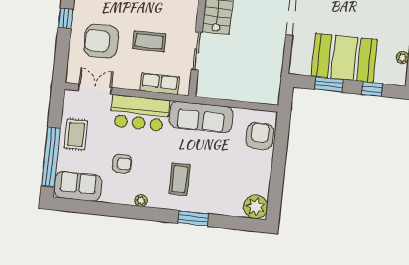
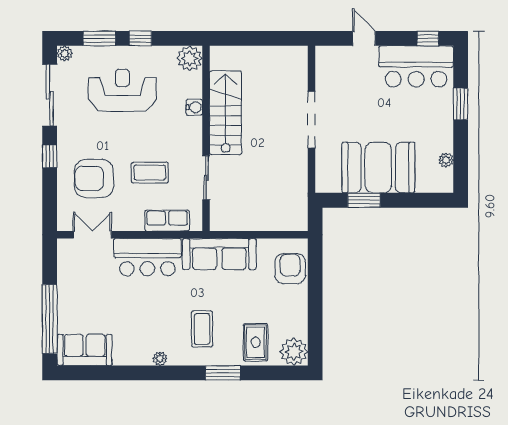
window: (372, 89) -> (414, 200), removed
rug: (76, 134) -> (256, 342), moved
armchair: (122, 164) -> (133, 318), removed

